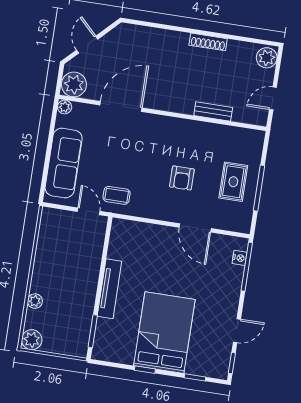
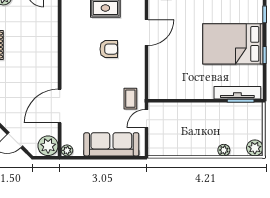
door: (121, 106) -> (60, 106), hinge flipped
bench: (213, 111) -> (52, 32), removed
tv unit: (109, 289) -> (237, 93), moved

